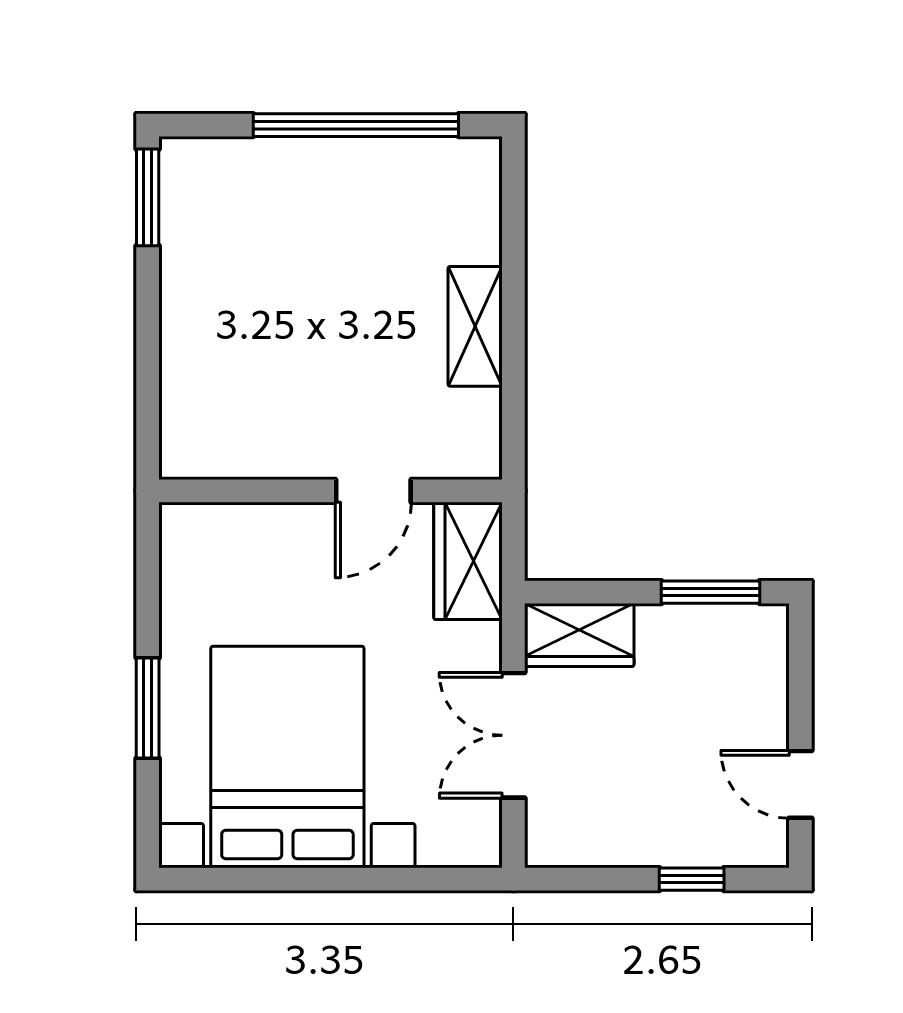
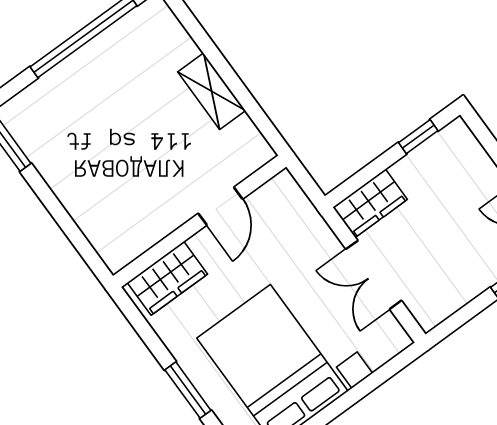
wardrobe: (468, 561) -> (167, 278), moved, turned -90
window: (710, 592) -> (418, 137), width x0.67

